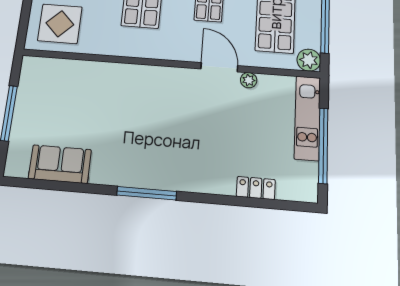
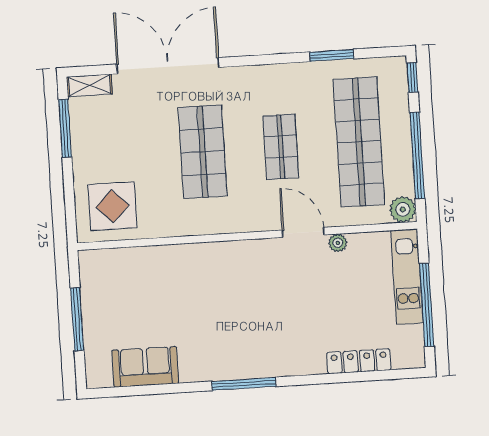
locker: (256, 188) -> (359, 361), width x1.53

